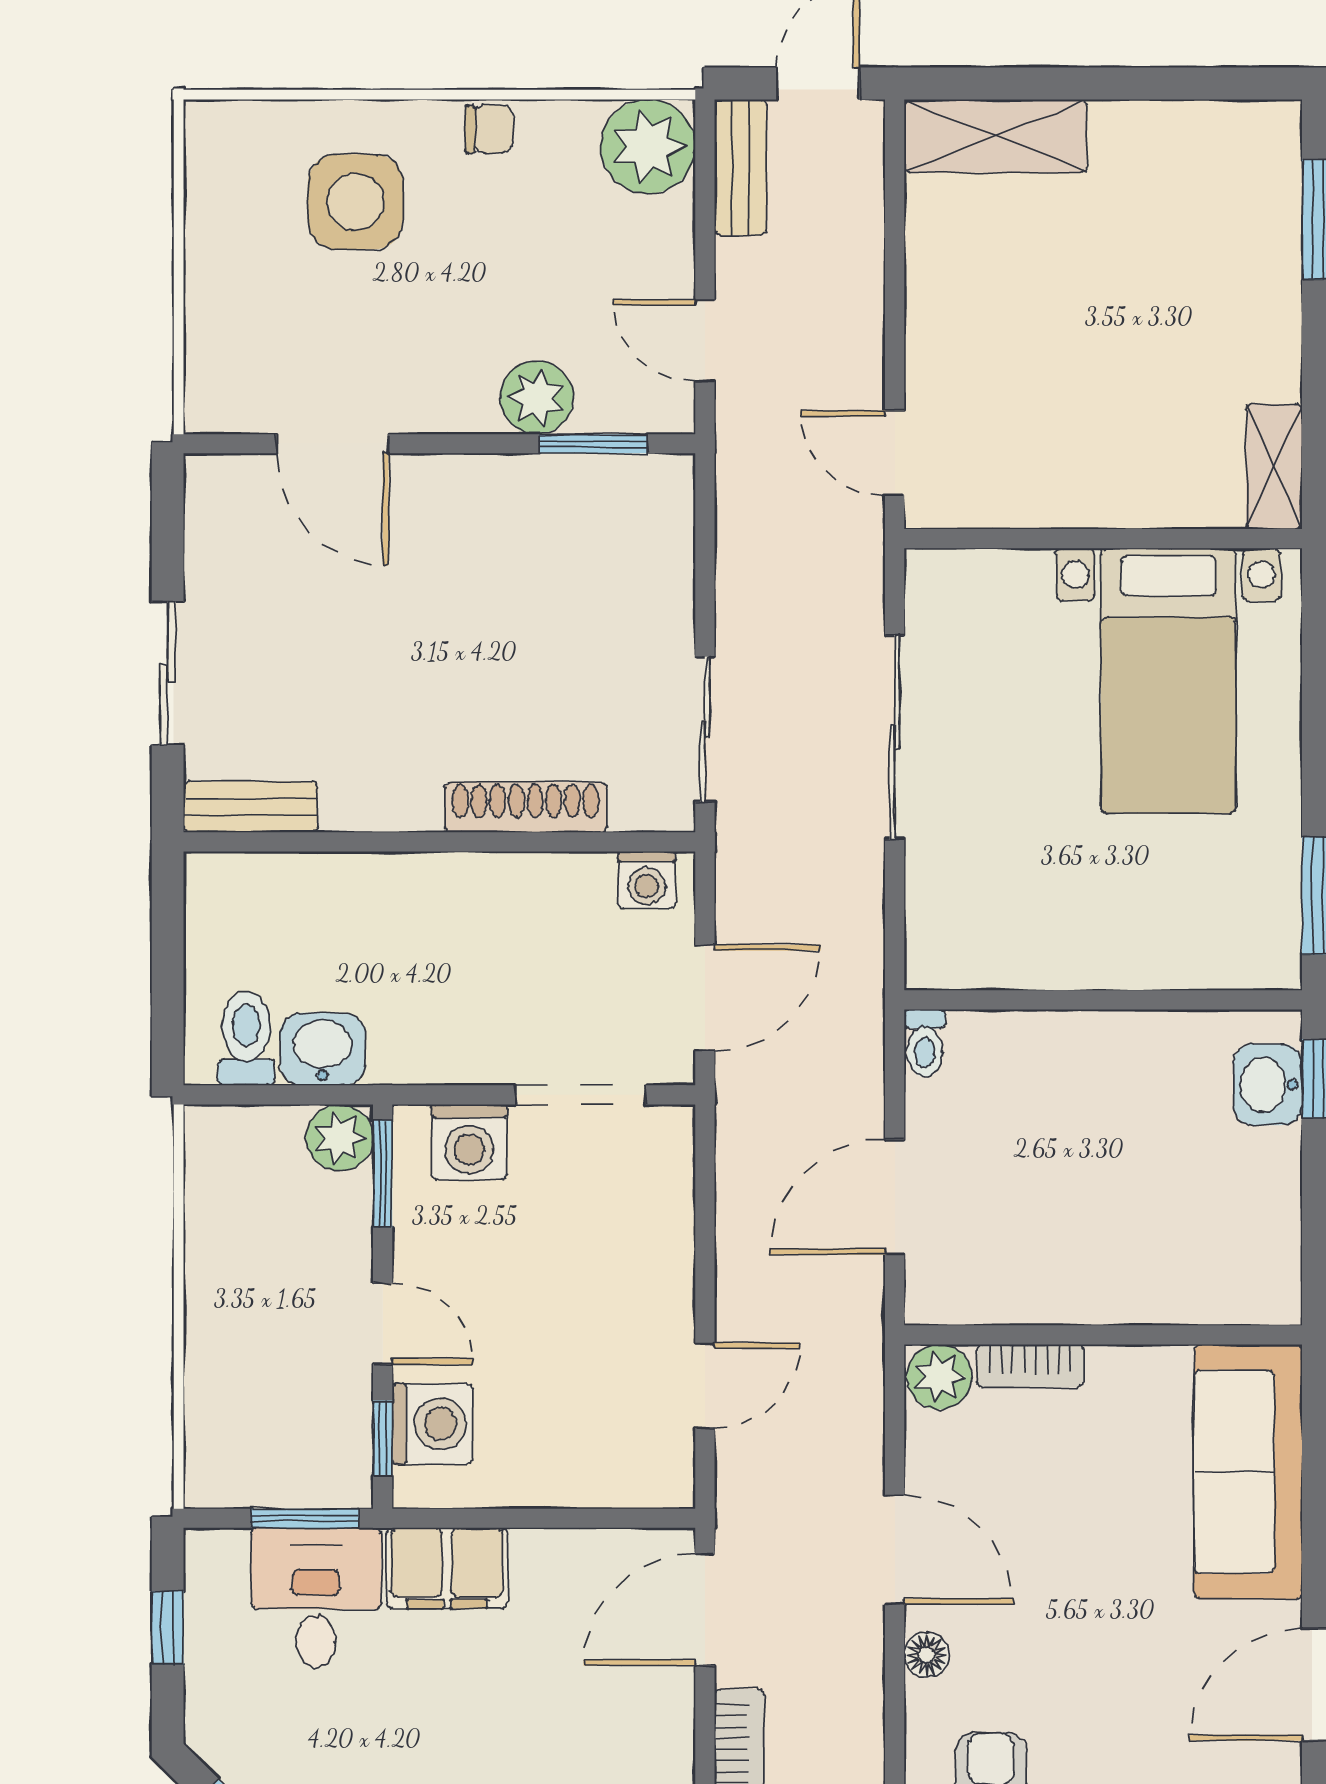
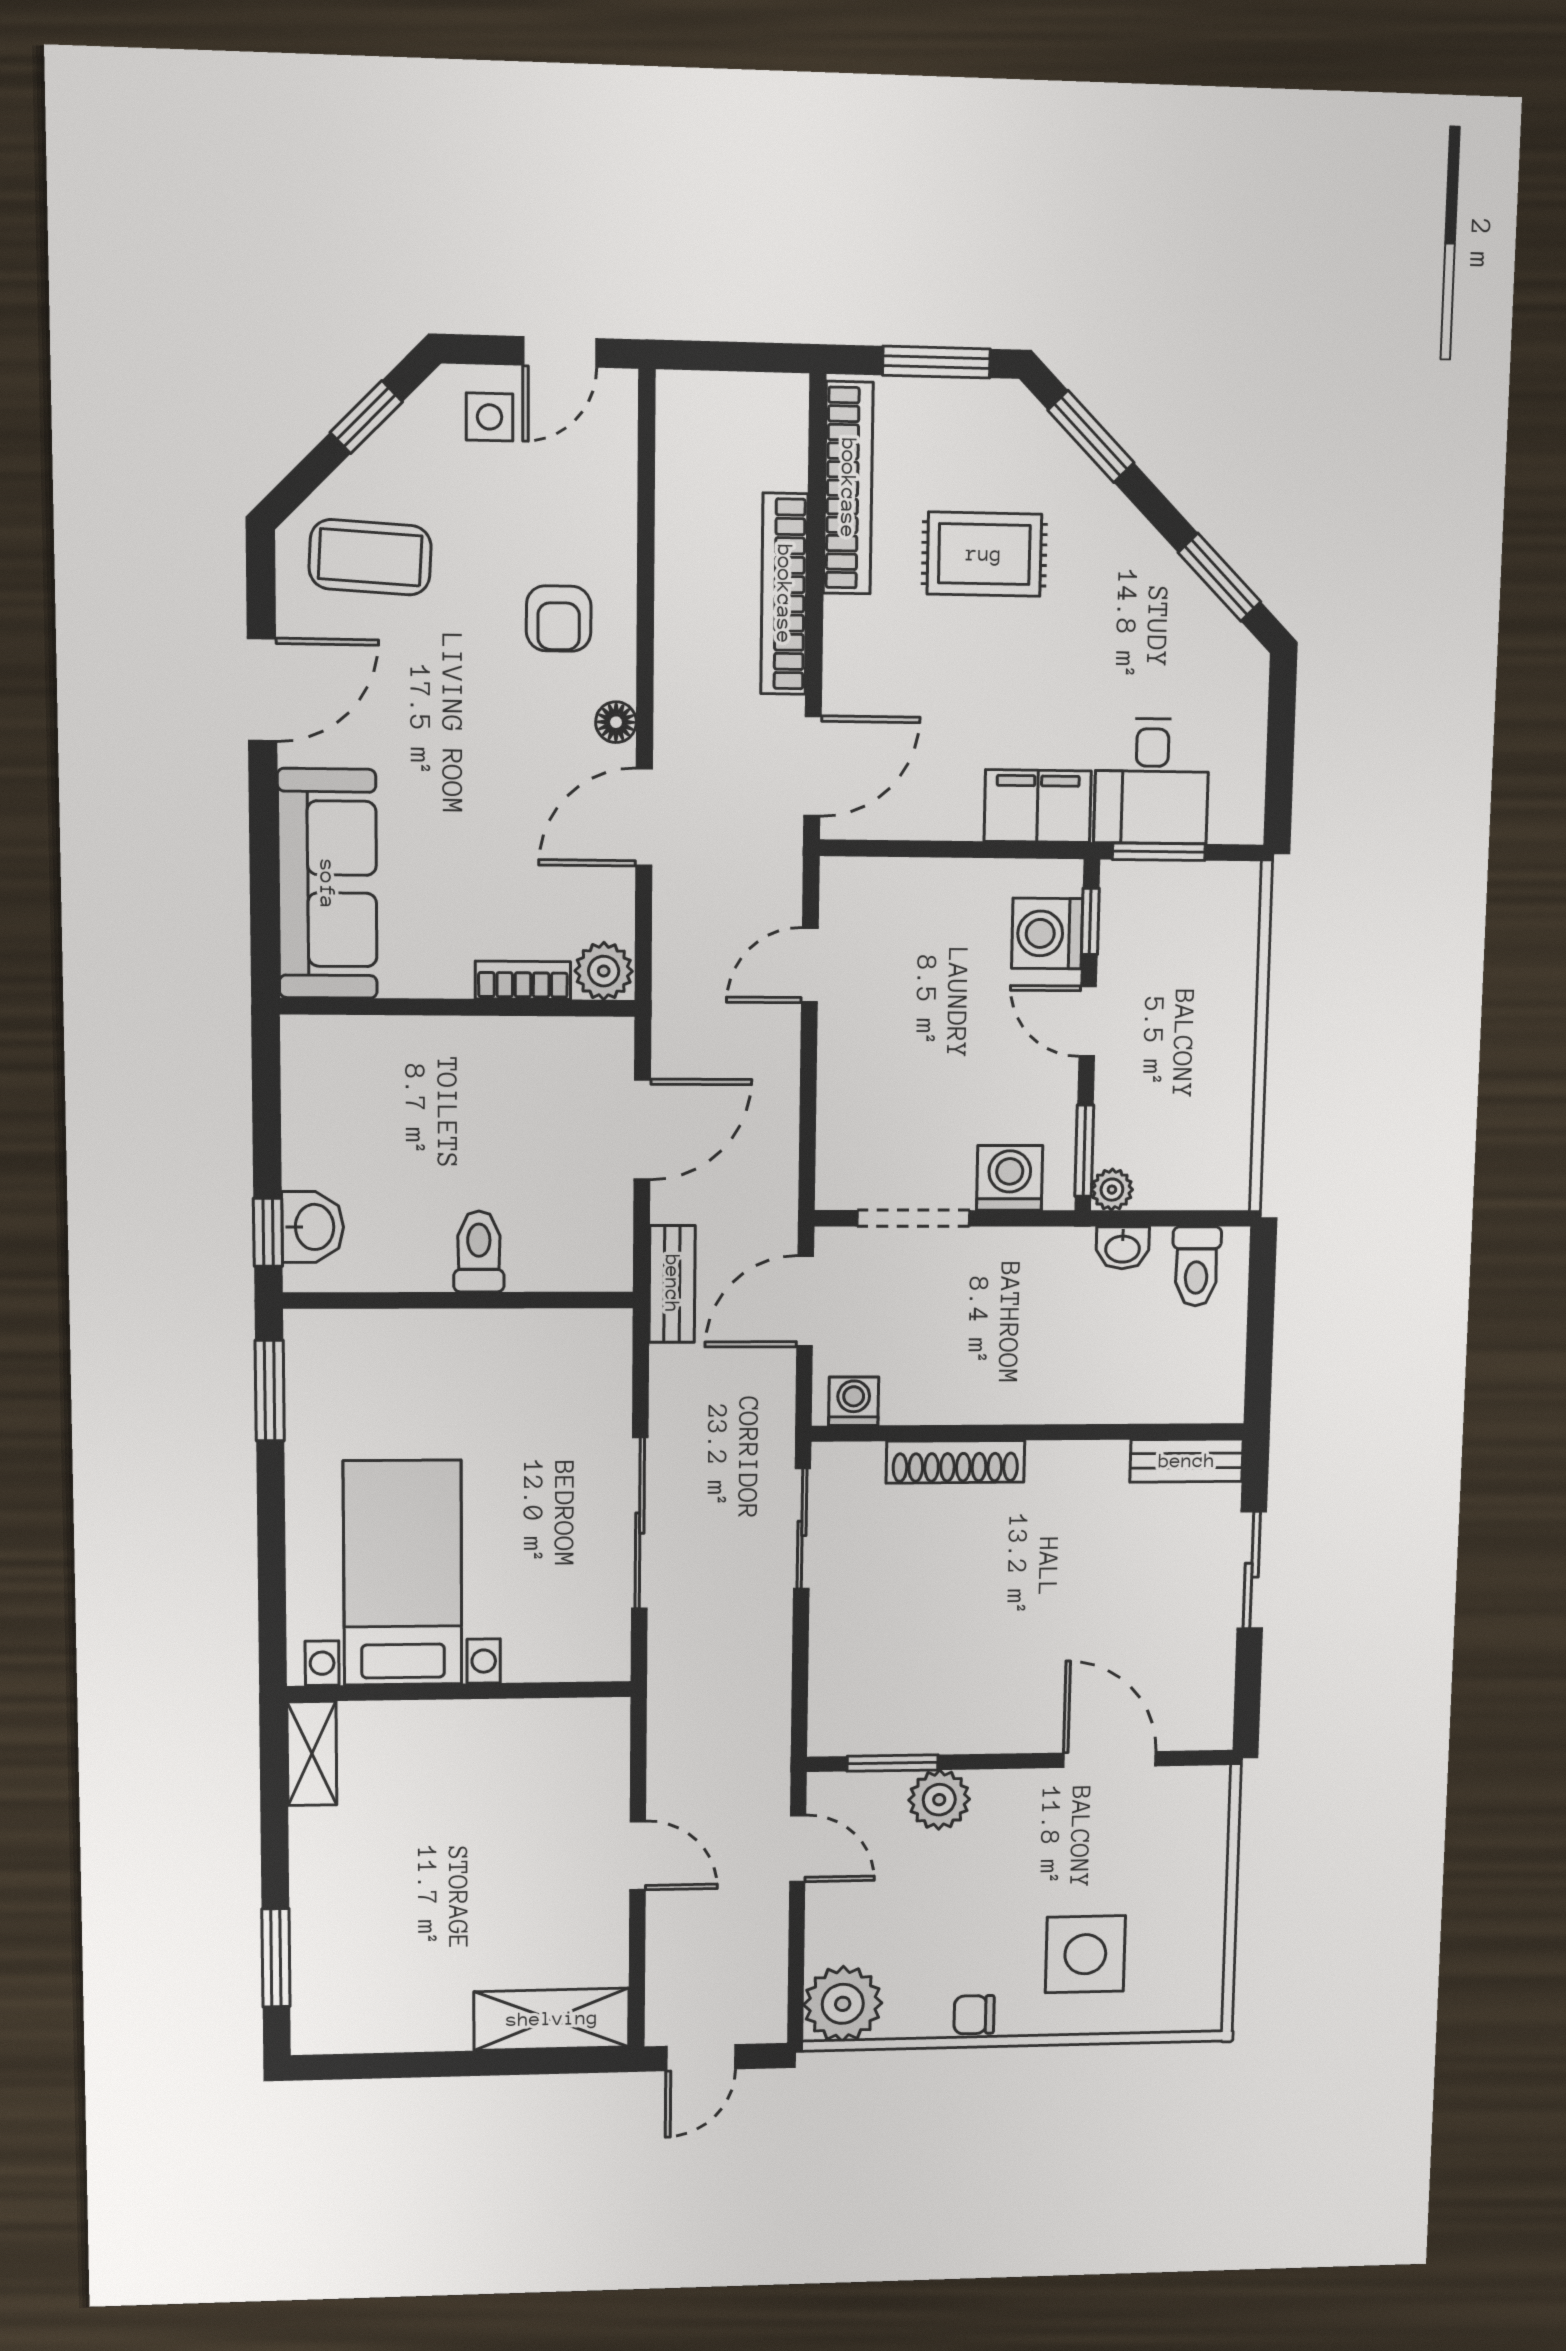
bench: (740, 167) -> (672, 1284), moved
door: (895, 453) -> (638, 1856), moved
toilet: (925, 1043) -> (479, 1252), moved, width x1.37, depth x1.39
washbasin: (323, 1049) -> (1123, 1248), width x0.72, depth x0.69
plant: (340, 1138) -> (1112, 1190), width x0.73, depth x0.73
door: (895, 1550) -> (644, 817), hinge flipped
window: (168, 1628) -> (1280, 757), removed

